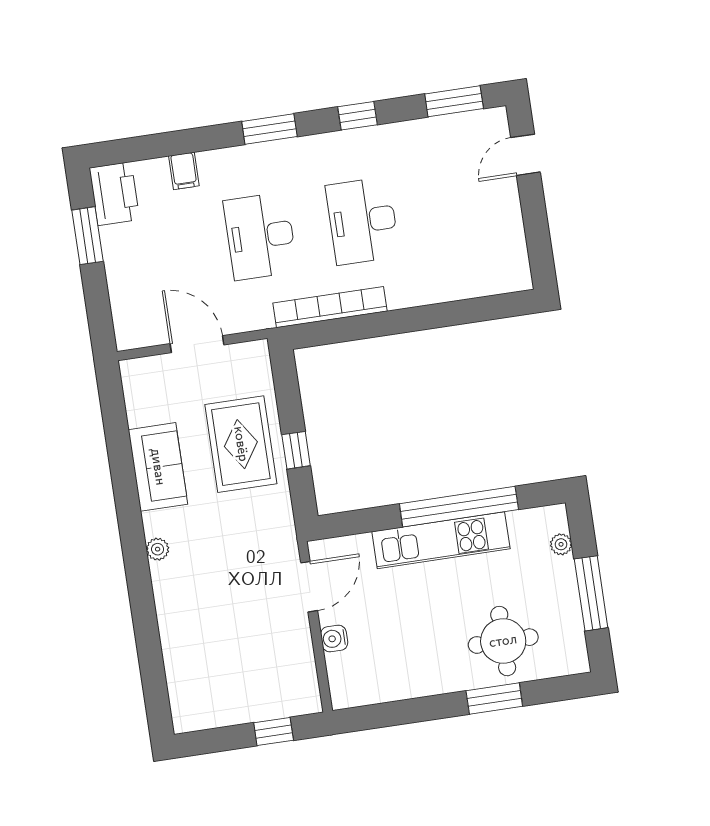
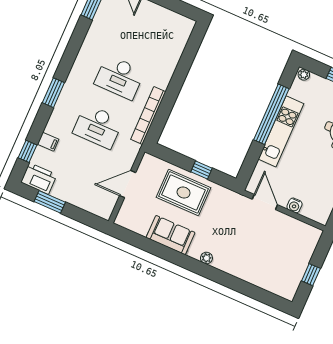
window: (358, 116) -> (28, 151), moved
plant: (561, 544) -> (304, 75), moved
window: (274, 731) -> (311, 275), moved

